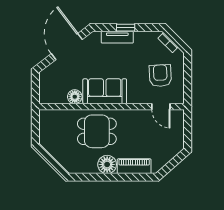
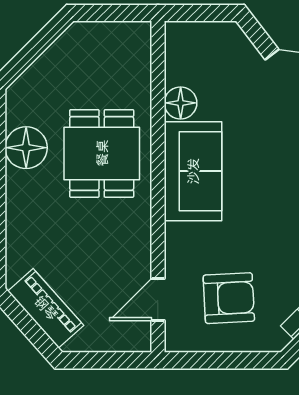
floor lamp: (107, 164) -> (26, 148), moved
piano: (134, 166) -> (46, 308), moved, turned -42

